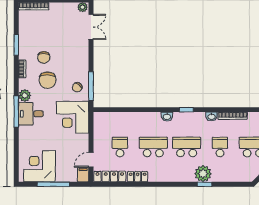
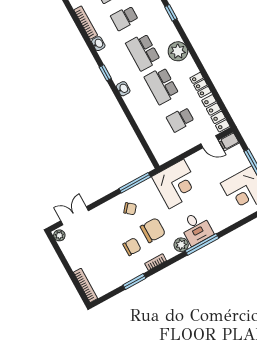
chair: (77, 87) -> (130, 209), moved
plant: (203, 174) -> (178, 51), moved

